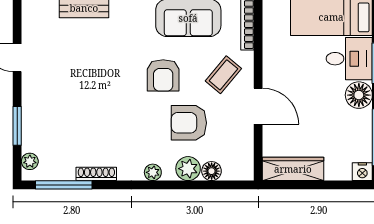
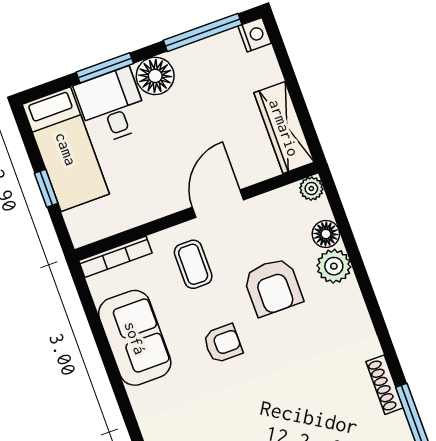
armchair: (163, 75) -> (223, 344), width x0.72, depth x0.72
coffee table: (223, 75) -> (193, 264), turned 50
plant: (153, 172) -> (311, 189), moved

